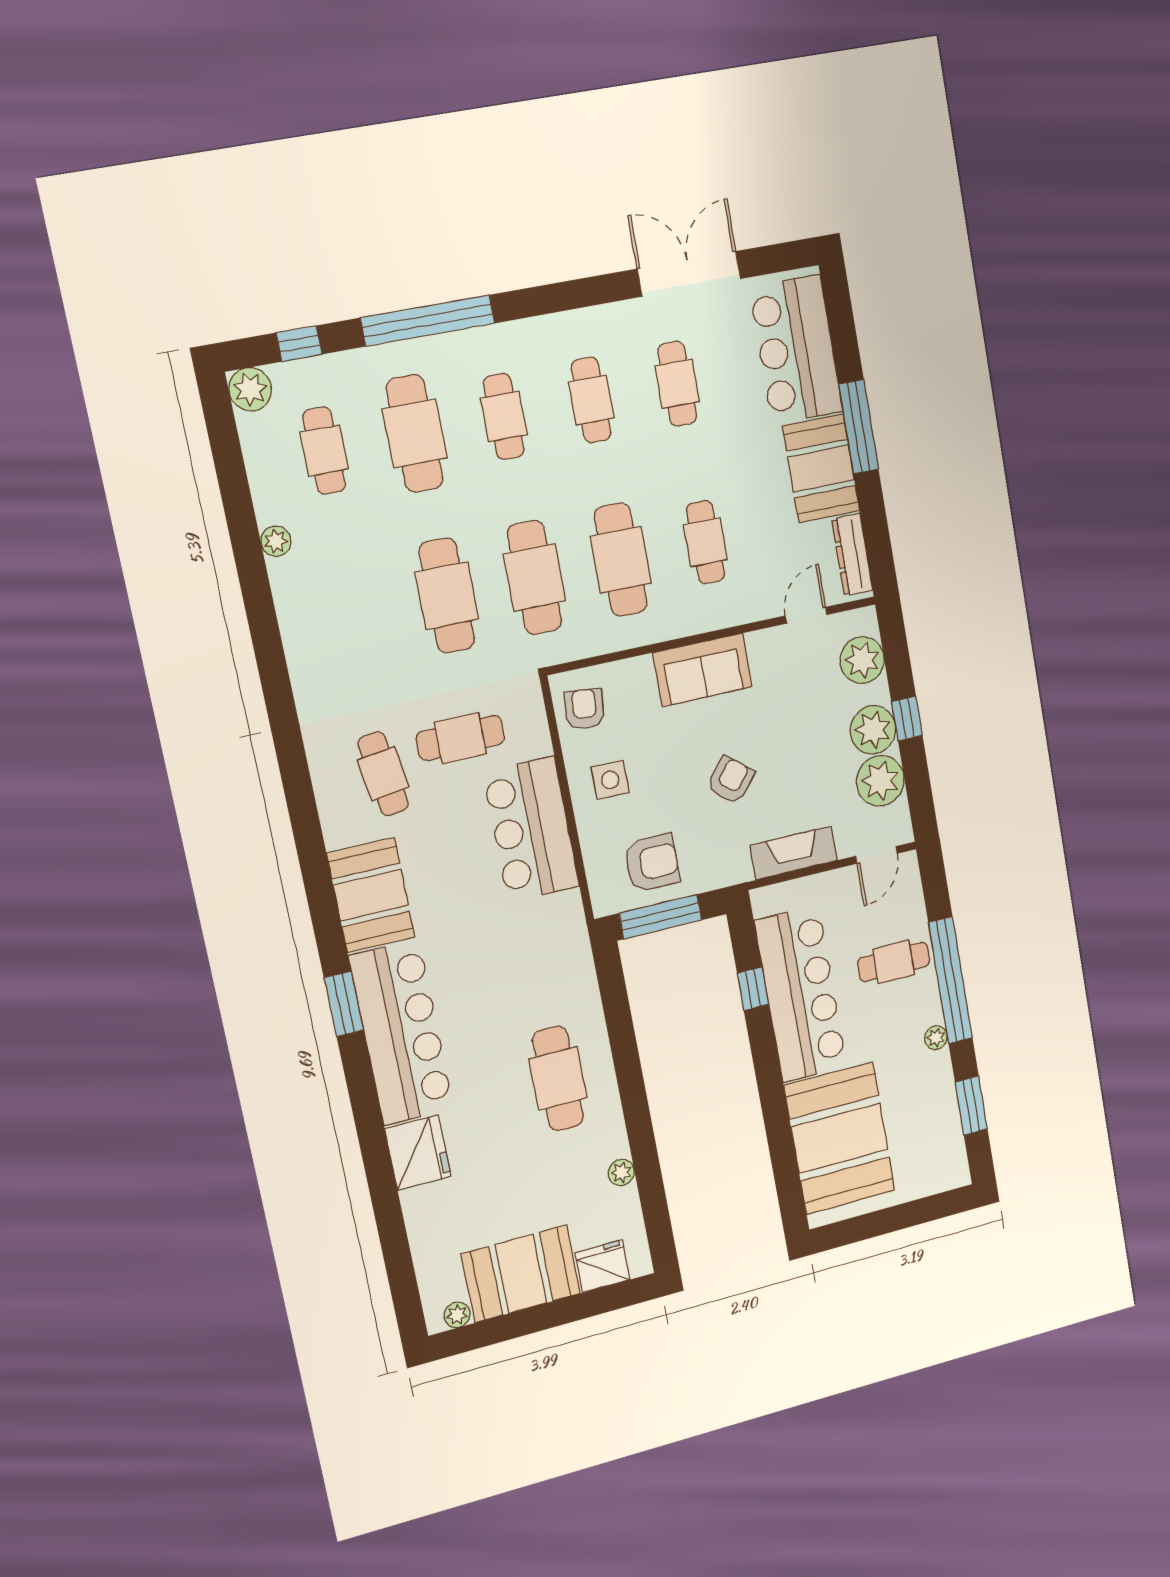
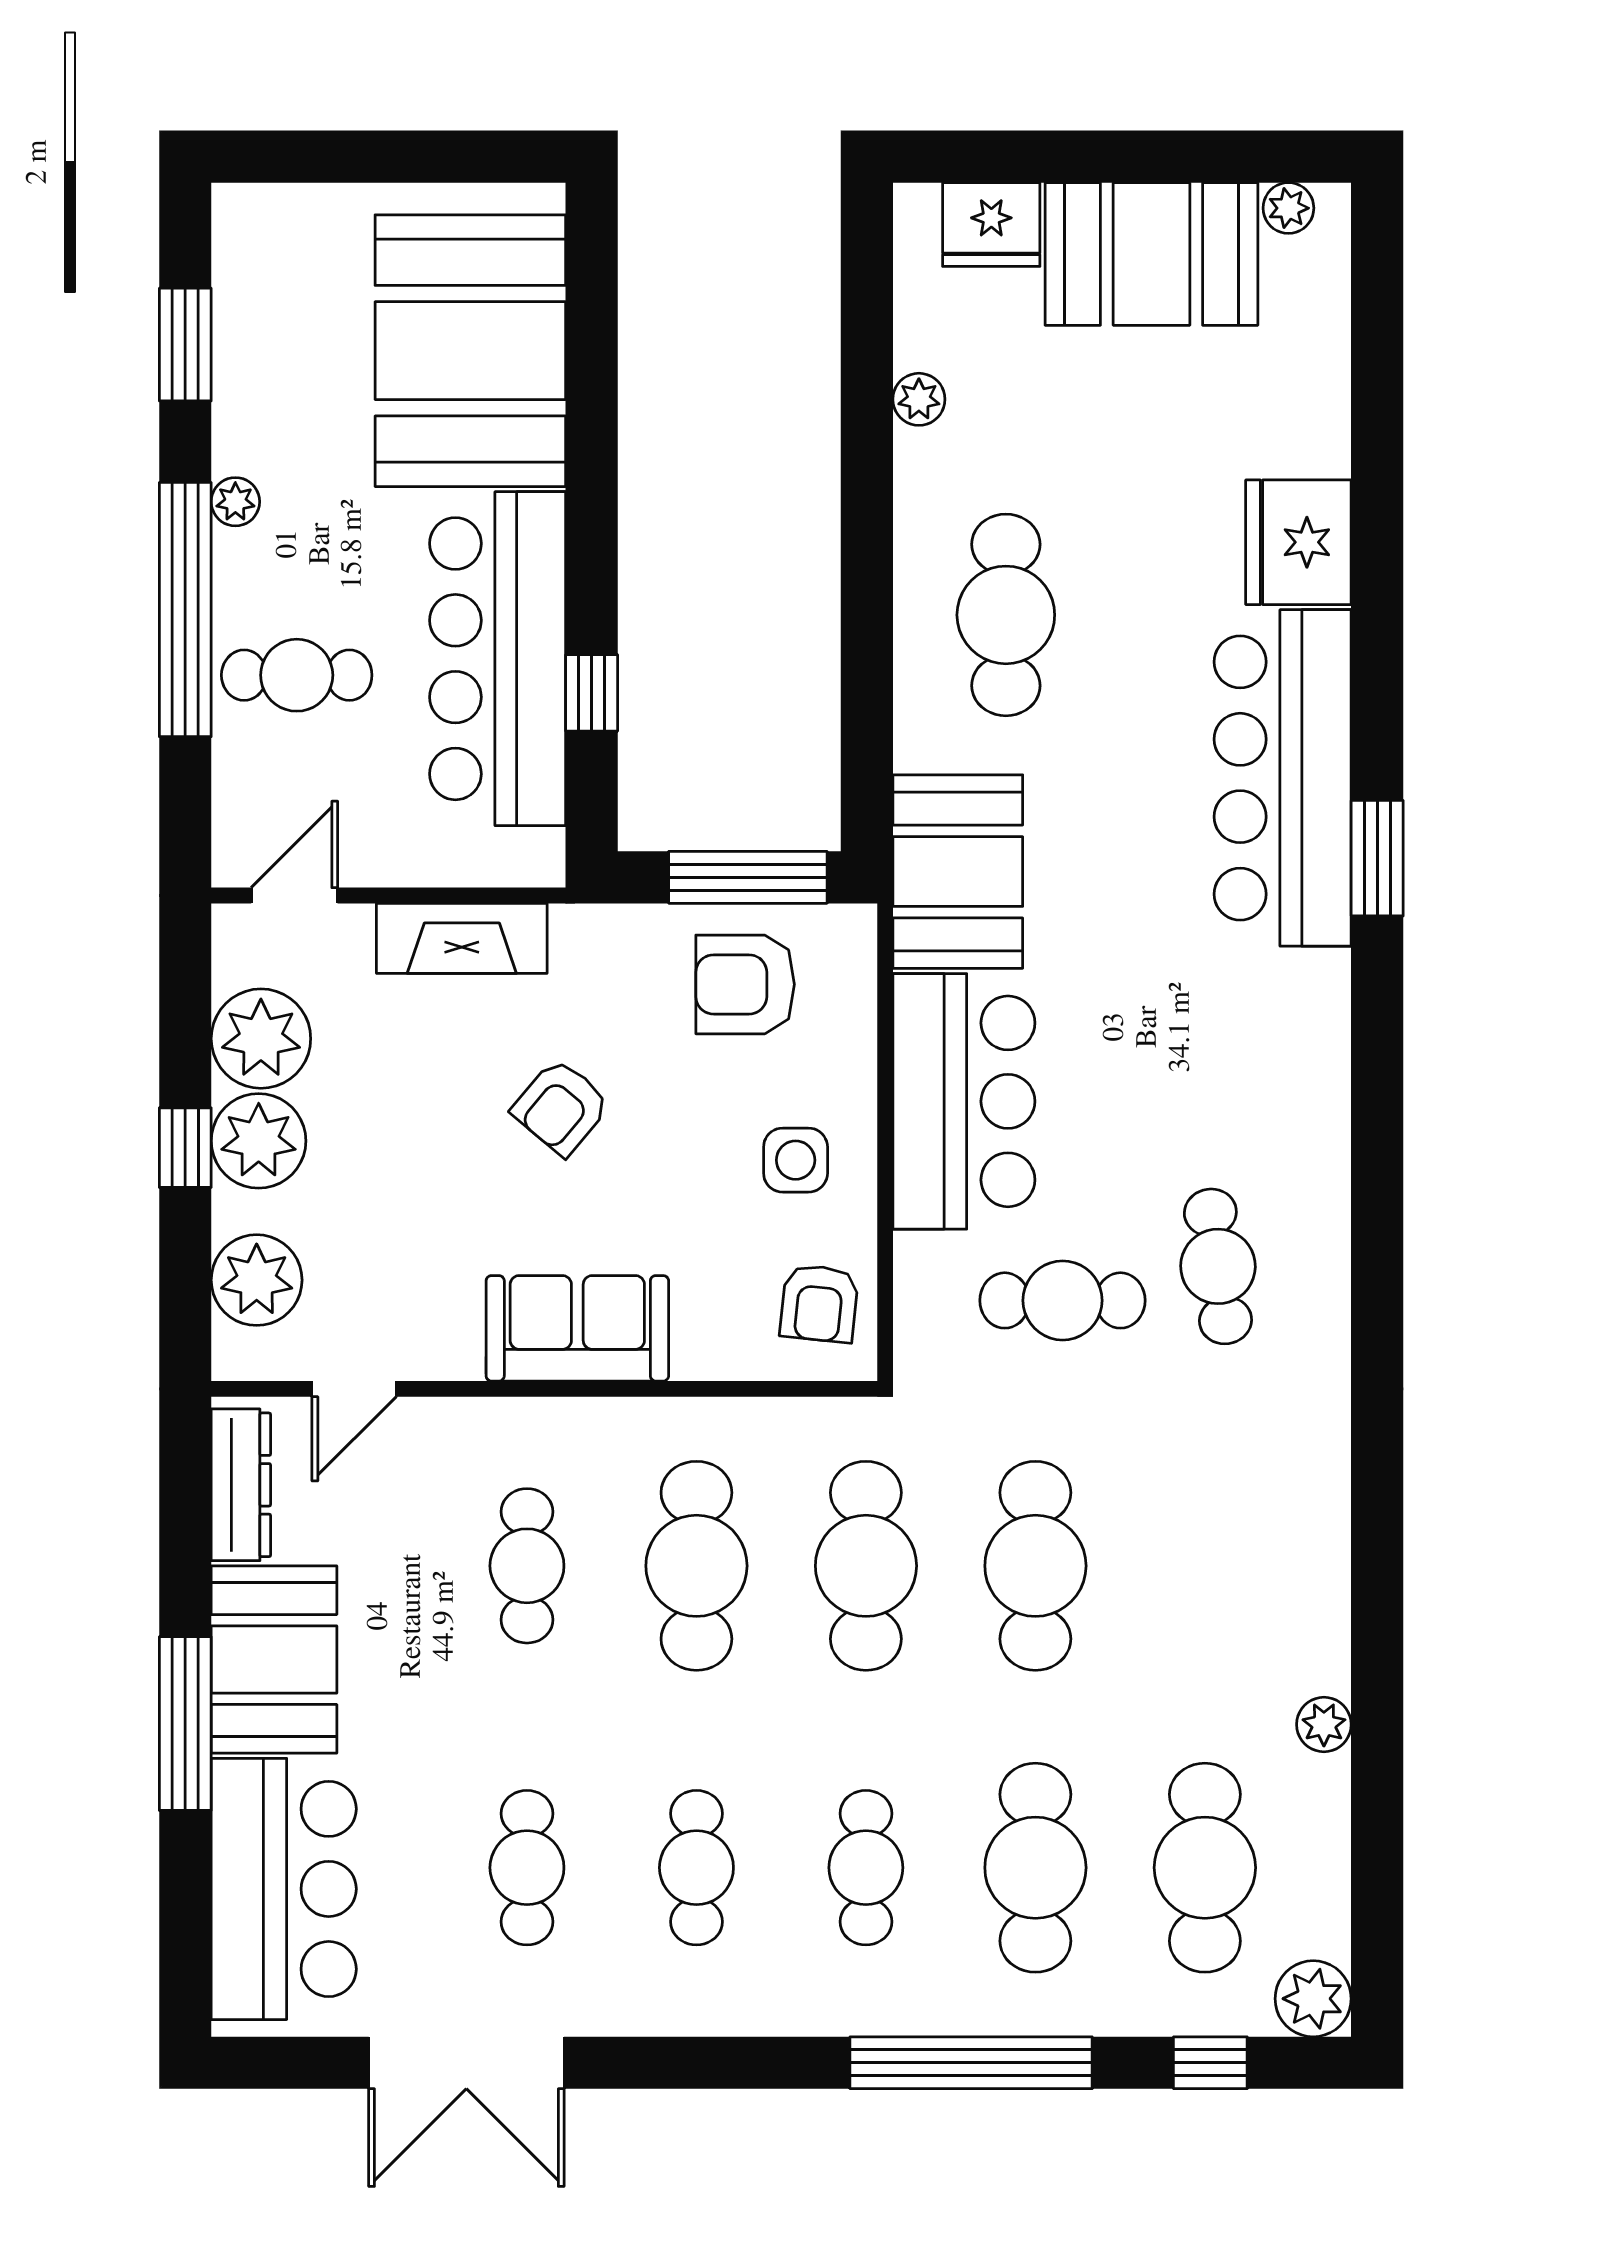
cafe table: (324, 451) -> (1205, 1868), width x1.37, depth x1.35
booth: (371, 895) -> (958, 872), moved

